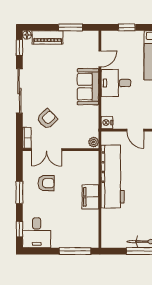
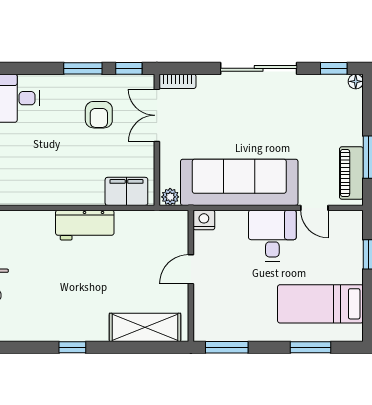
piano: (48, 37) -> (351, 173), moved
sofa: (88, 87) -> (239, 182), width x1.85, depth x1.27
armchair: (47, 119) -> (210, 116), removed
workbench: (113, 177) -> (85, 225), width x0.53, depth x0.76
filing cabinet: (90, 197) -> (126, 191), moved
window: (19, 229) -> (129, 68), moved

